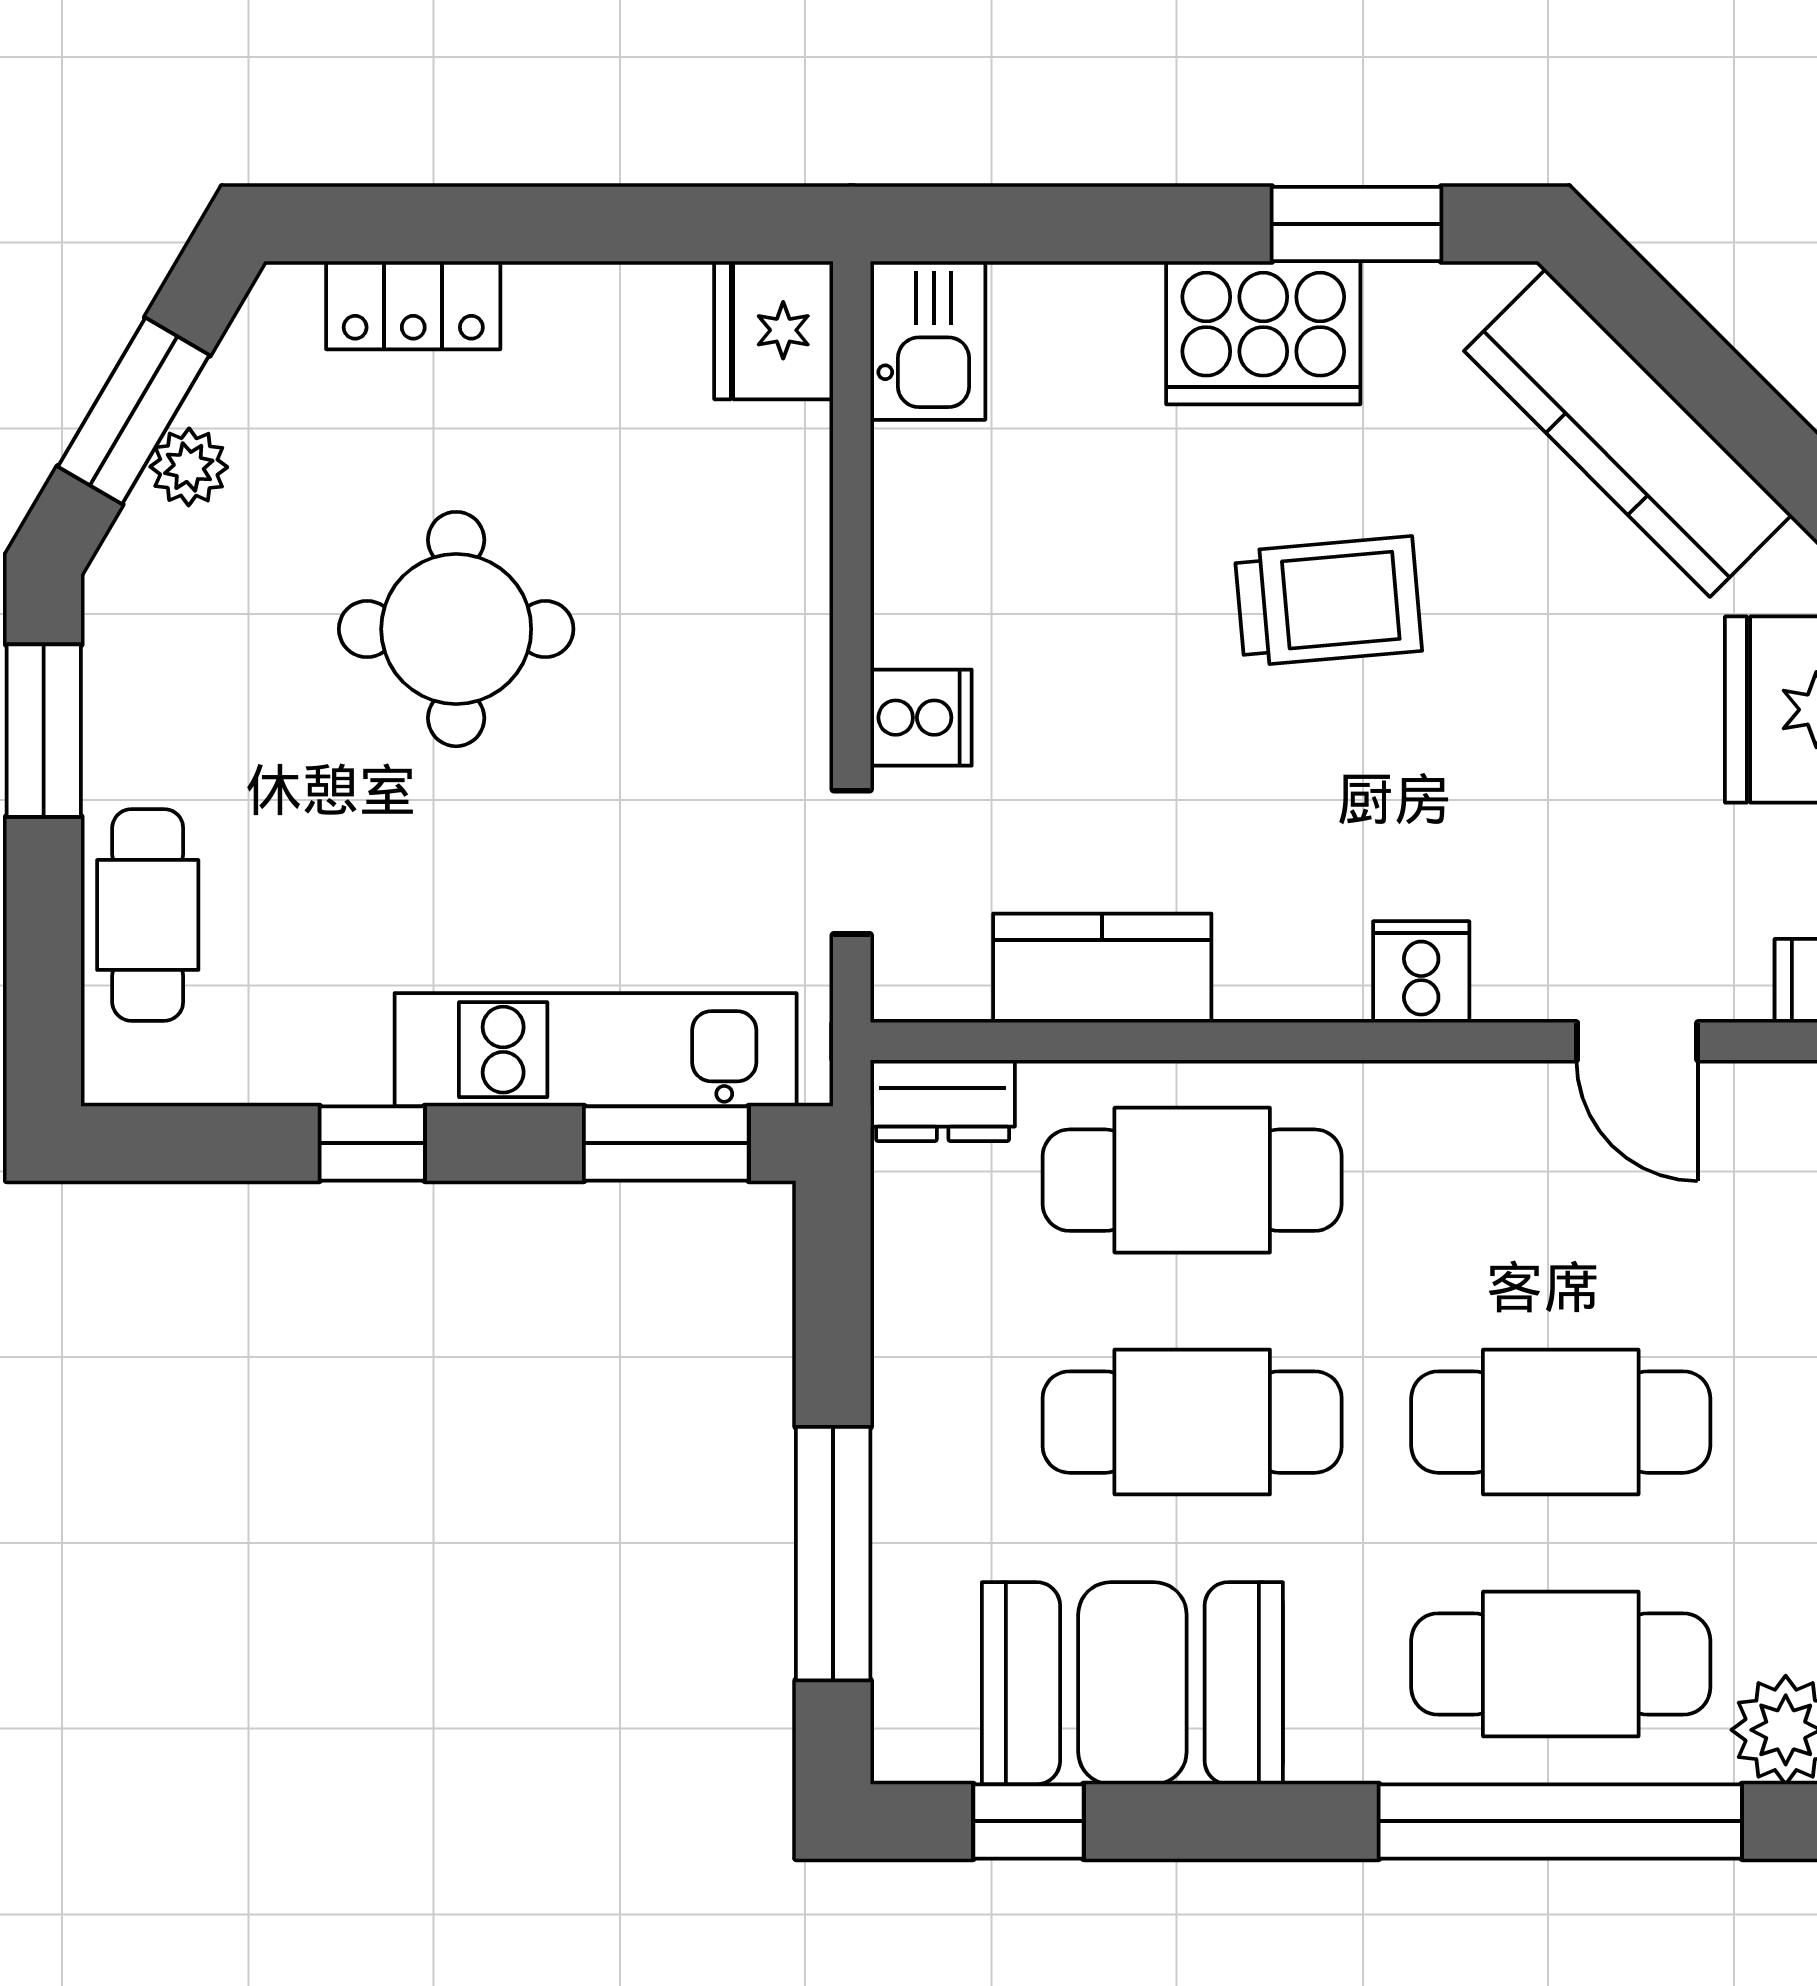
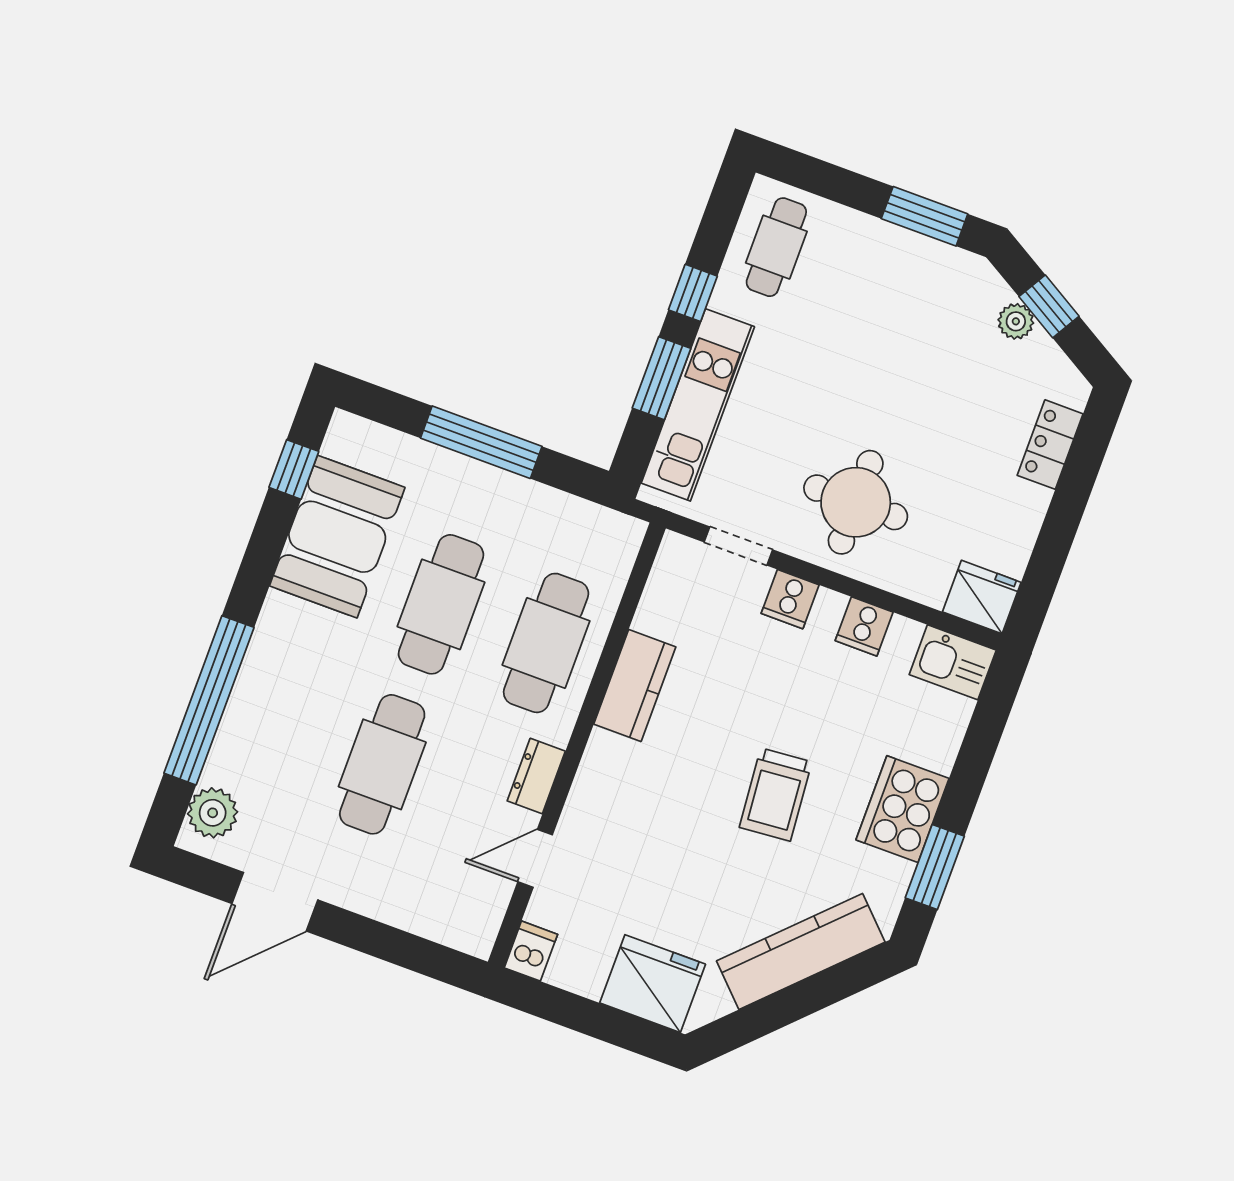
window: (134, 411) -> (1049, 306), width x0.67
round table: (456, 629) -> (856, 502), moved
cafe table: (148, 915) -> (776, 247), moved, turned 90
kitchen counter: (1102, 968) -> (635, 685), moved
cooker: (1421, 972) -> (864, 626), moved, turned 90
dresser: (943, 1101) -> (536, 776), moved
window: (666, 1143) -> (662, 378), moved
window: (833, 1554) -> (481, 442), moved
cafe table: (1561, 1664) -> (277, 726), removed

